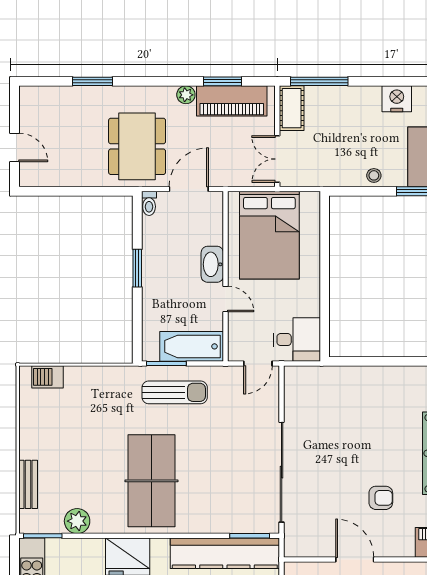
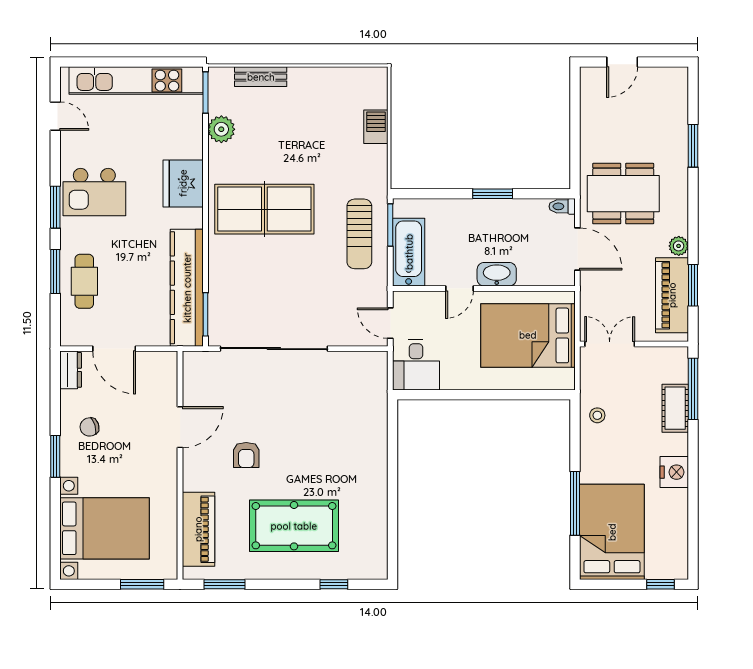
cot: (292, 108) -> (675, 408), moved, turned 90
stool: (374, 175) -> (597, 415), moved
barbecue: (47, 377) -> (376, 127), moved

